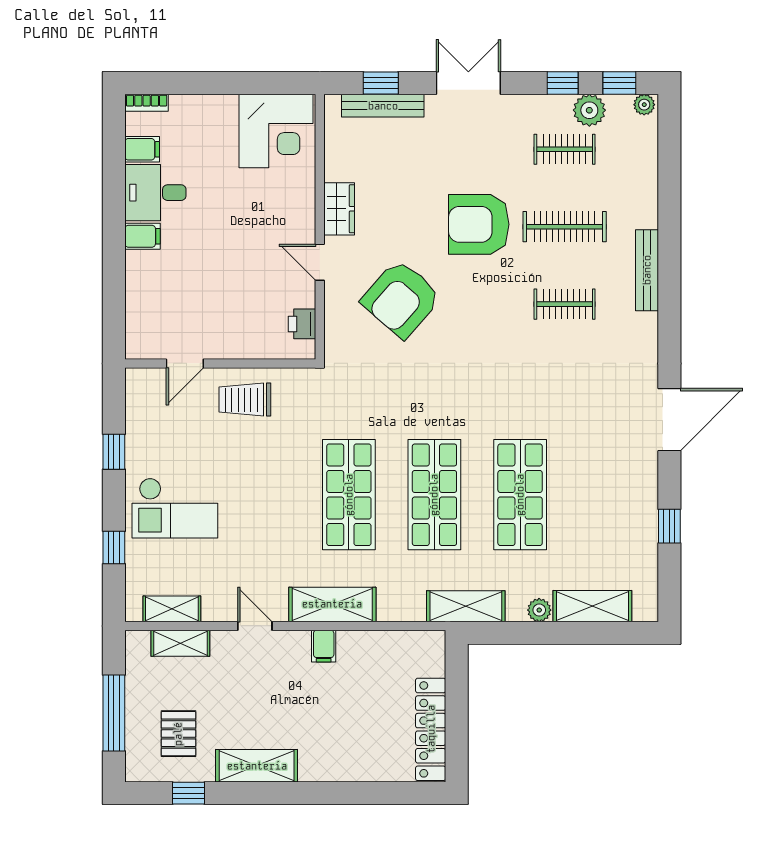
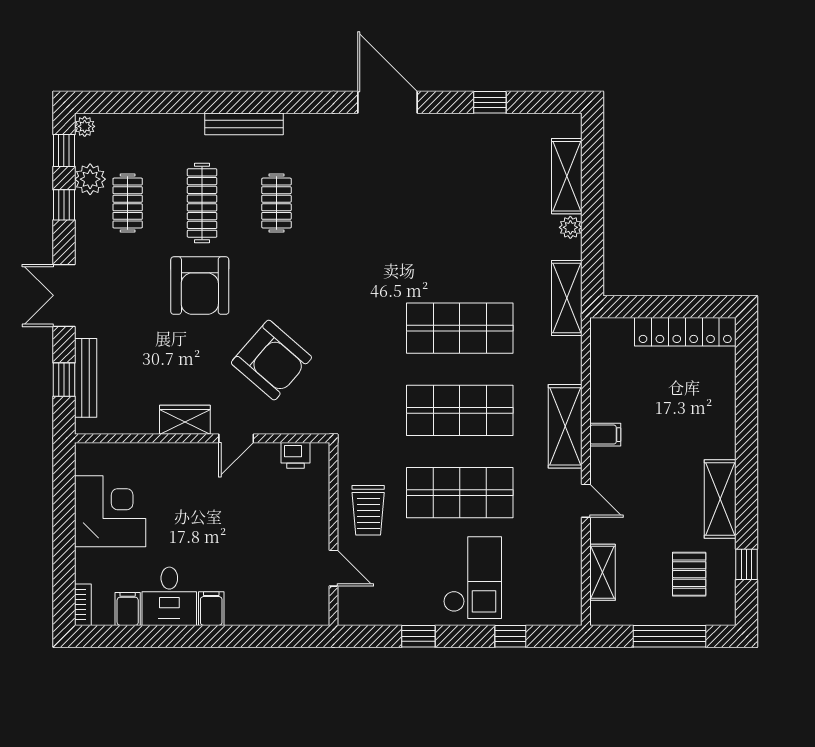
corner desk: (276, 131) -> (110, 511), moved
shop shelf: (520, 495) -> (460, 493), moved
shelving: (172, 609) -> (569, 580), removed
door: (255, 626) -> (586, 501), swing flipped
pallet: (178, 734) -> (689, 574), turned 90

